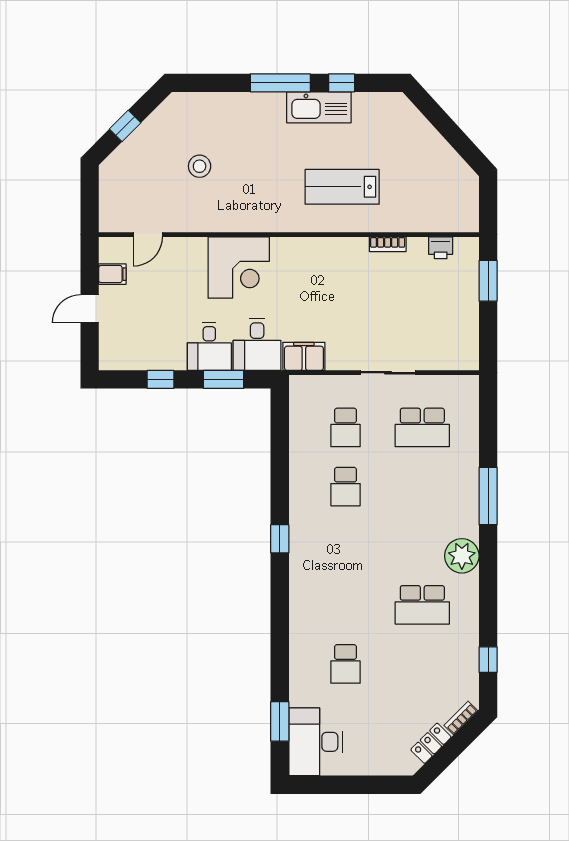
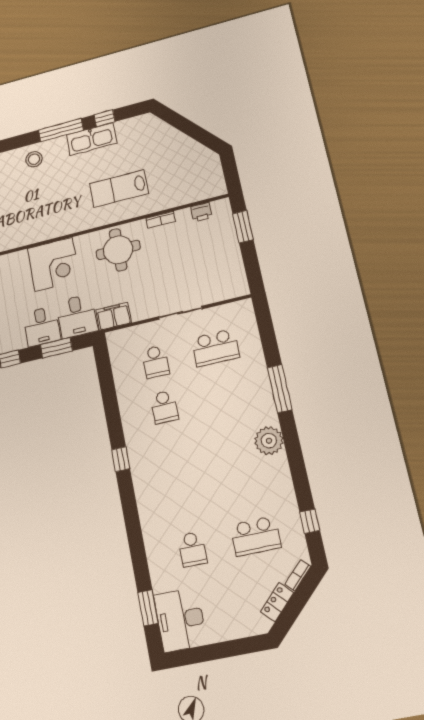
stool: (200, 166) -> (34, 159), moved
round table: (326, 270) -> (118, 250), added
school desk: (422, 605) -> (256, 536), moved

